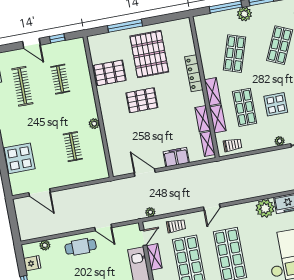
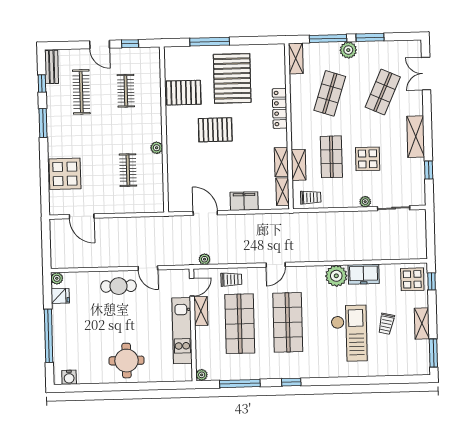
shelving: (213, 92) -> (296, 59), moved
plant: (45, 245) -> (57, 278), moved

